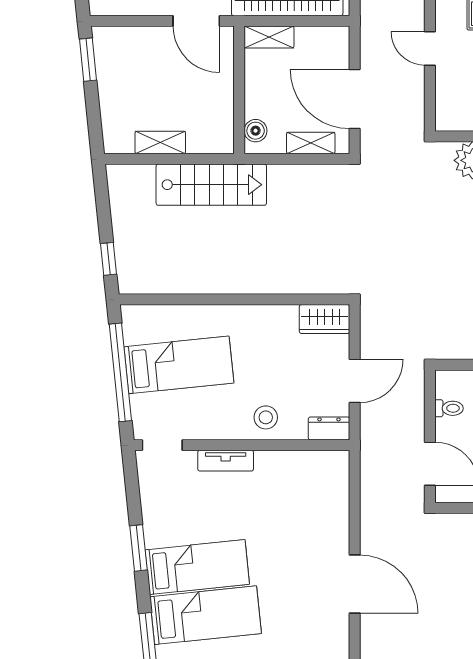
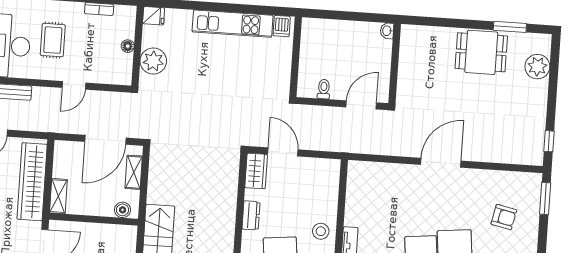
door: (355, 381) -> (283, 152), moved
stool: (266, 417) -> (321, 231), moved
dresser: (329, 428) -> (251, 215), moved, turned 180

